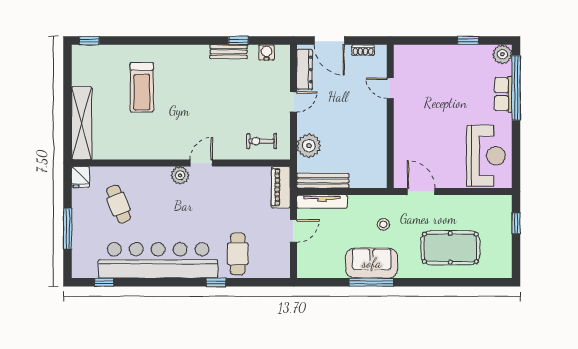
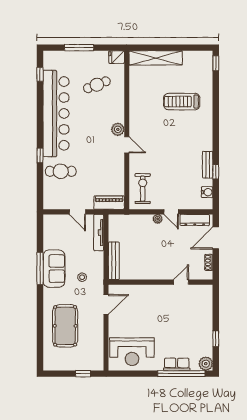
exercise bike: (262, 141) -> (143, 189), width x1.38, depth x1.39
plant: (309, 146) -> (158, 219), moved, width x0.53, depth x0.53
bench: (323, 181) -> (114, 261), moved

